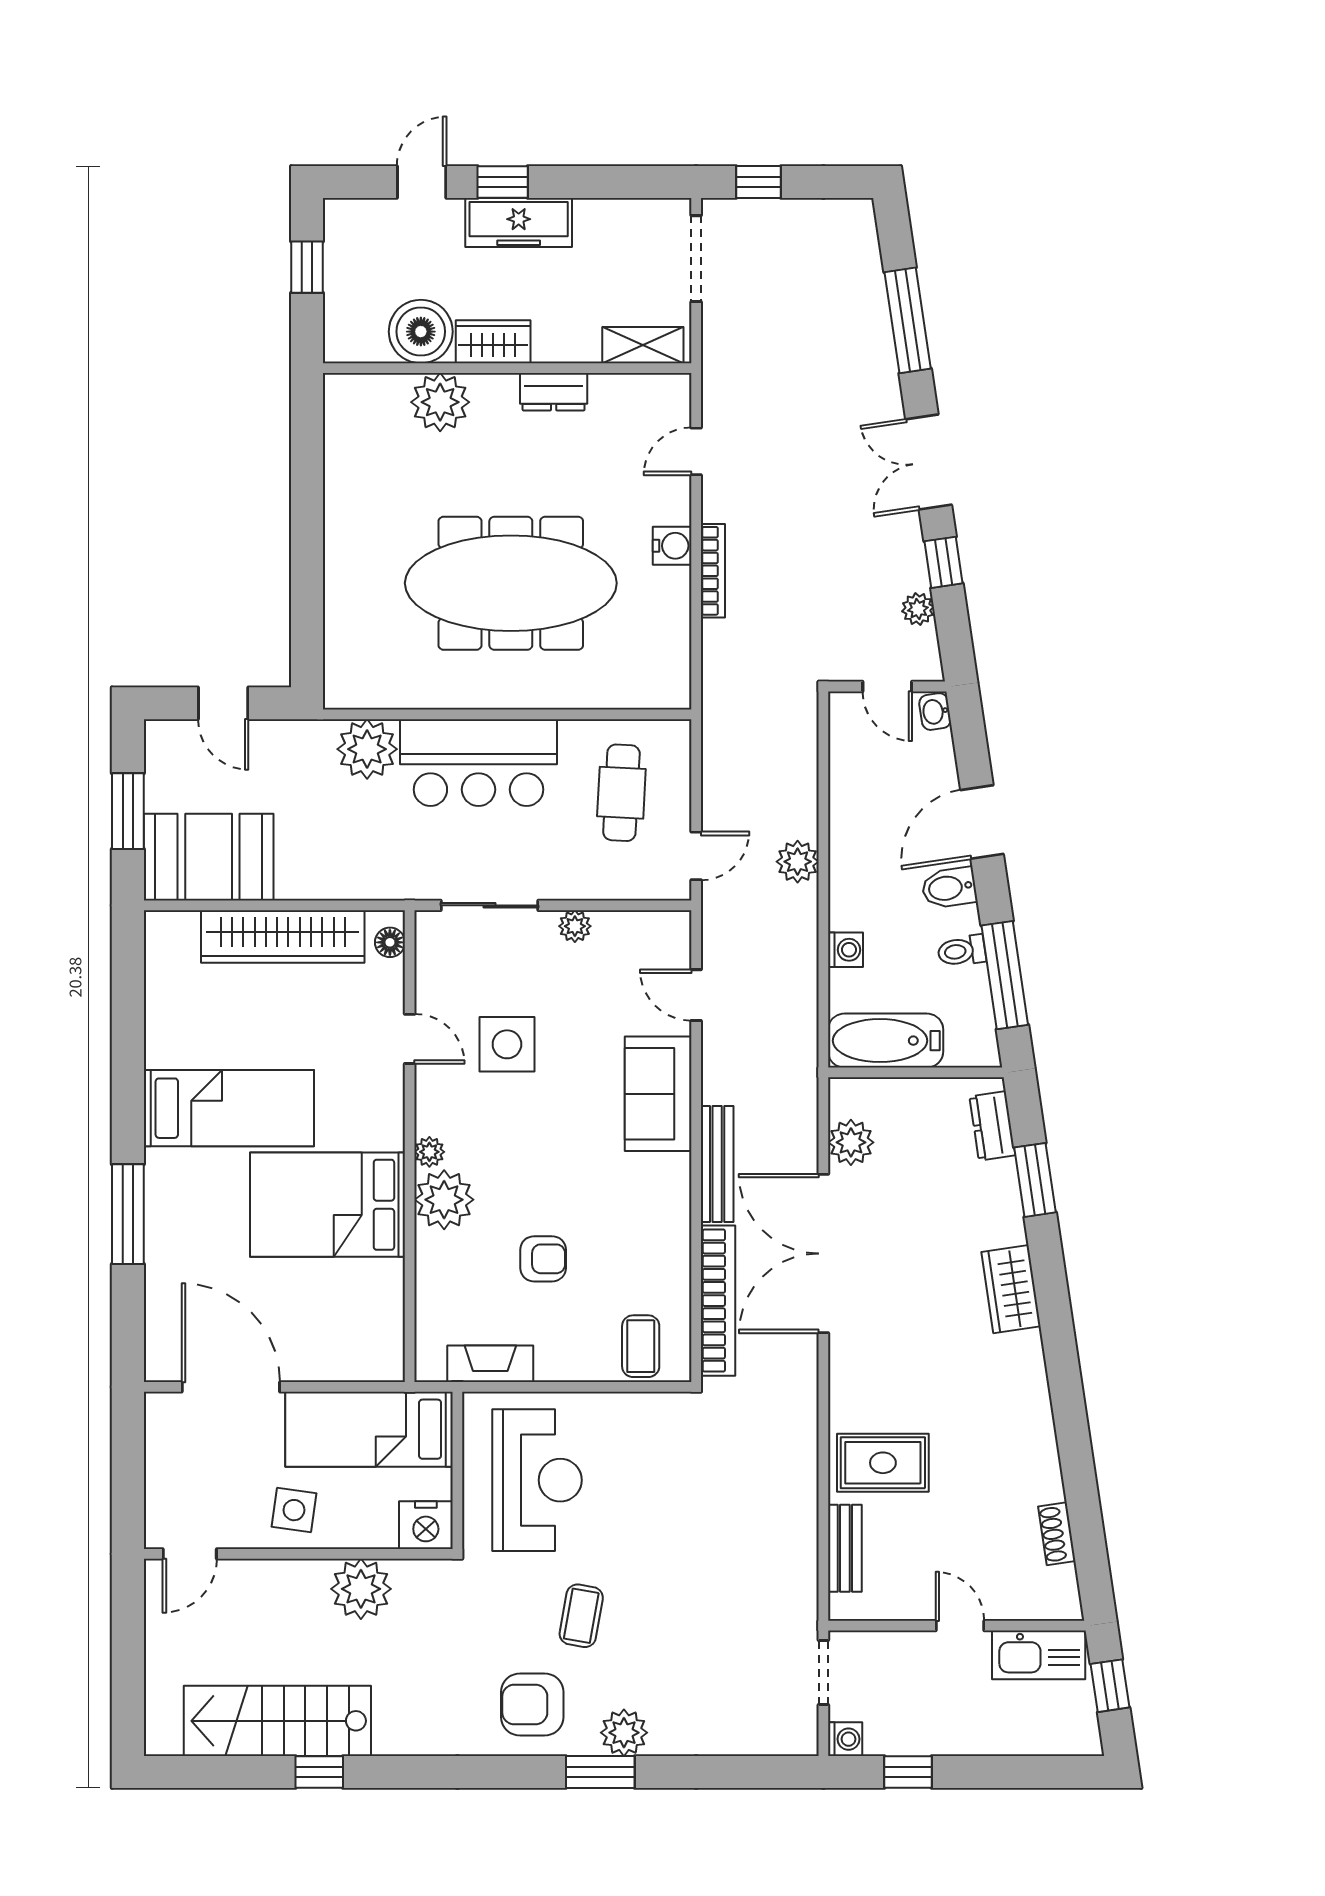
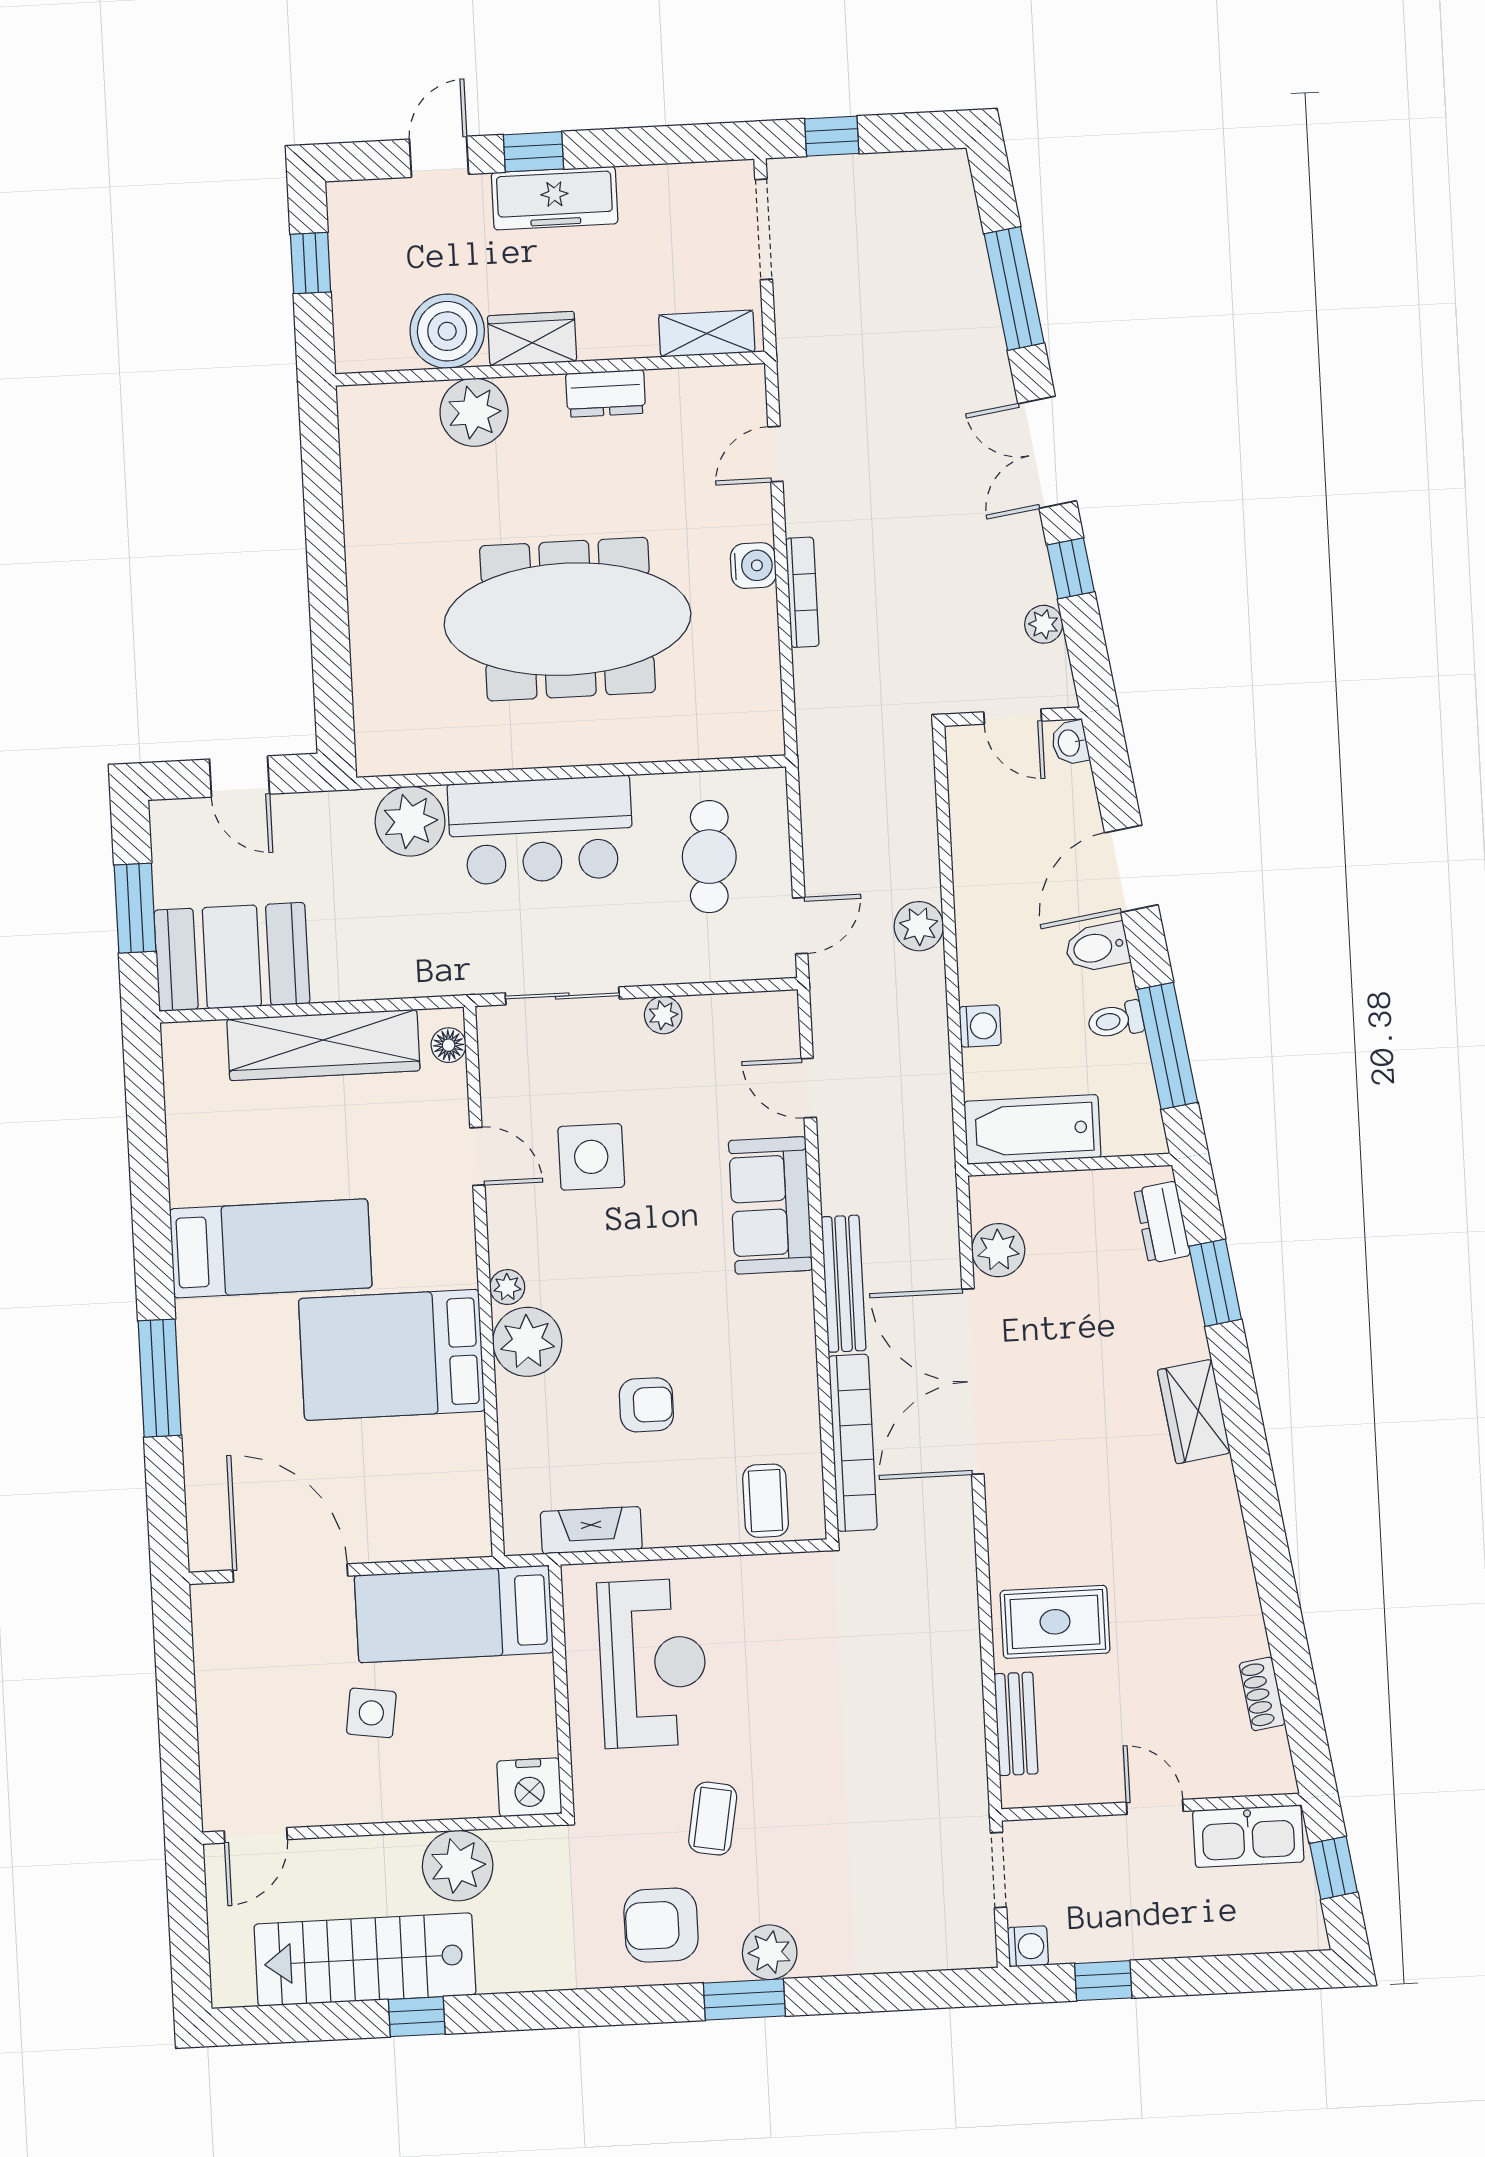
nightstand: (426, 1525) -> (529, 1787), moved
door: (190, 1554) -> (256, 1835), moved
wall: (298, 1554) -> (382, 1829), moved
plant: (361, 1589) -> (458, 1866), moved

